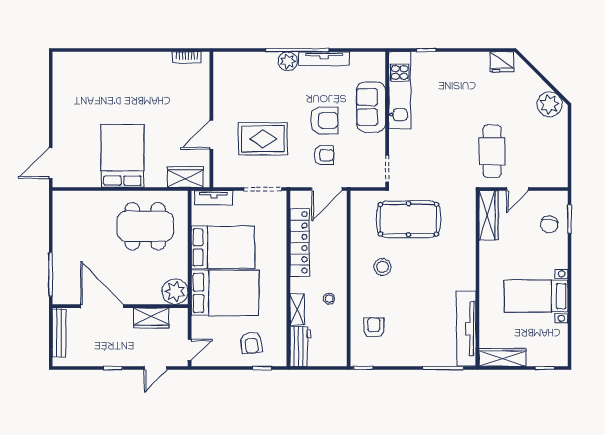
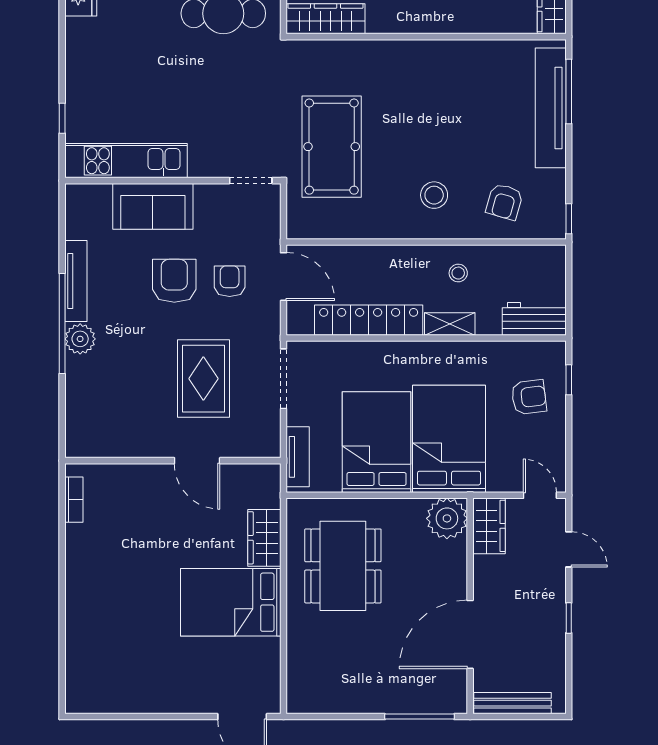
wardrobe: (185, 177) -> (264, 538), moved
stool: (382, 267) -> (434, 195), moved
shelving: (297, 309) -> (450, 324), moved
wardrobe: (151, 318) -> (489, 526), moved
armchair: (374, 328) -> (504, 202), turned -74
tv unit: (466, 329) -> (551, 108), moved, turned 90

